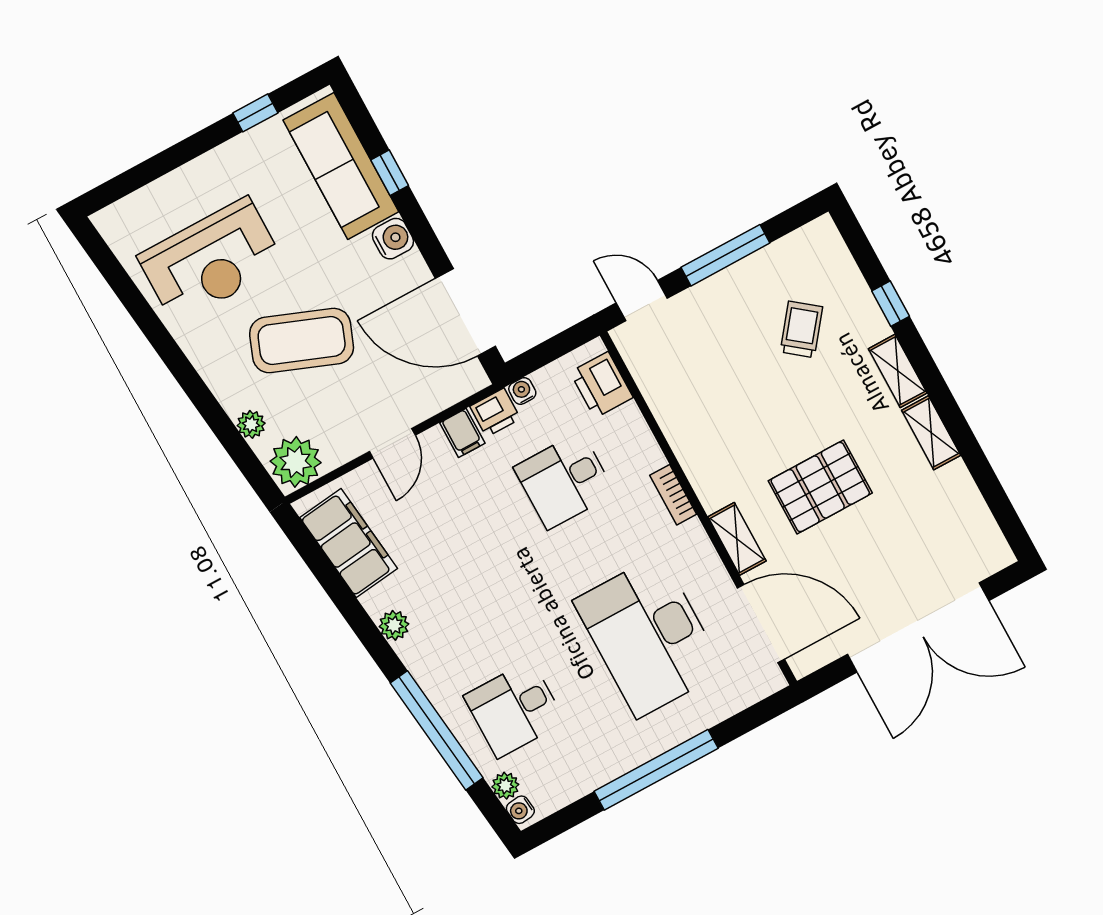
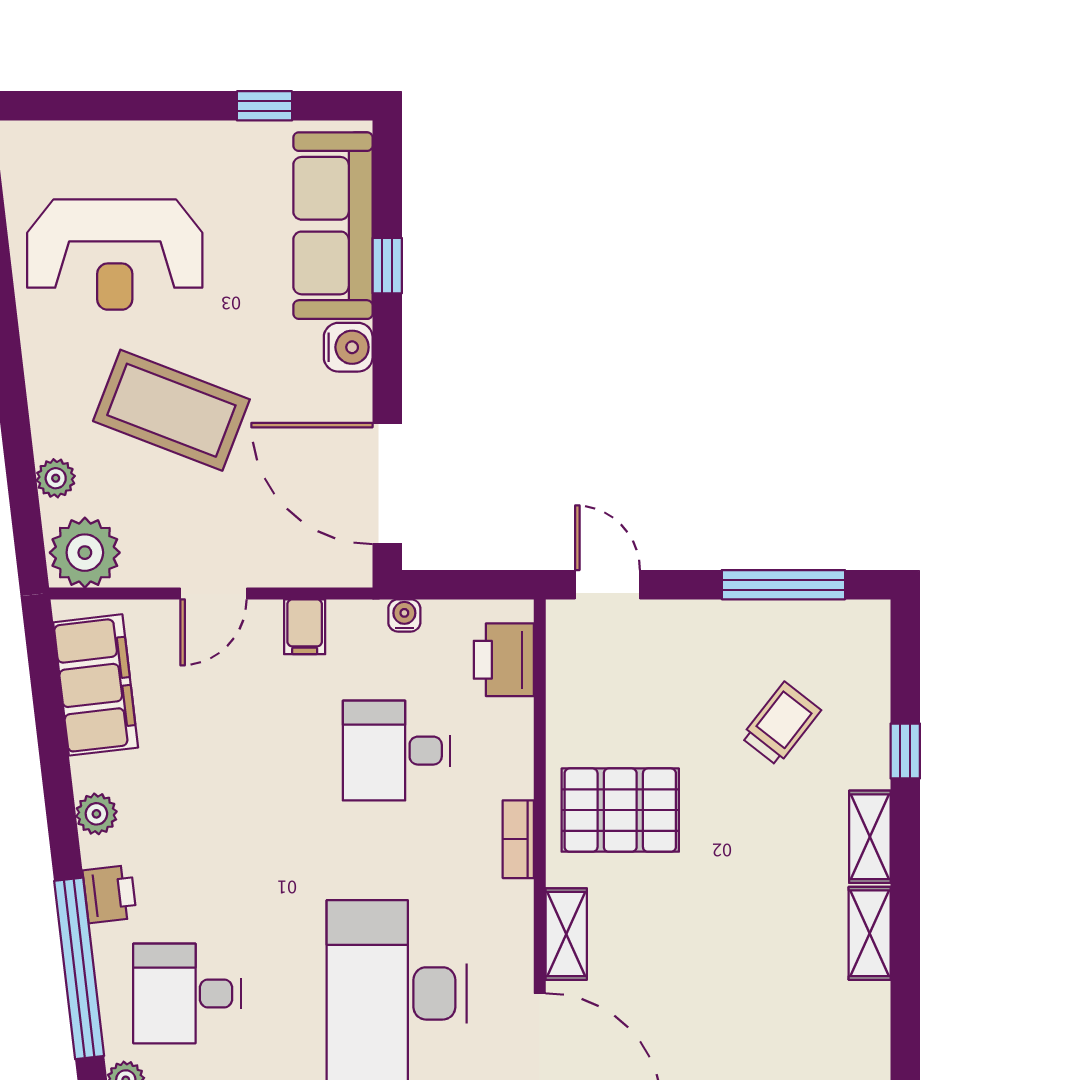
window: (725, 255) -> (783, 585), moved
printer: (495, 413) -> (110, 894), moved, turned -97
pallet: (820, 487) -> (620, 810), moved

